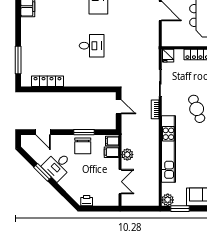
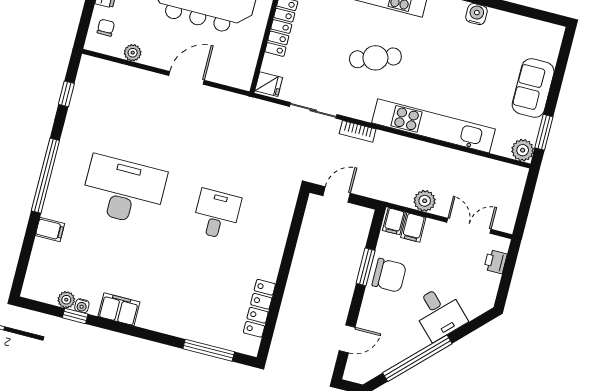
desk: (58, 166) -> (439, 313), moved
window: (42, 172) -> (417, 358), width x2.11
printer: (87, 201) -> (496, 262), moved

